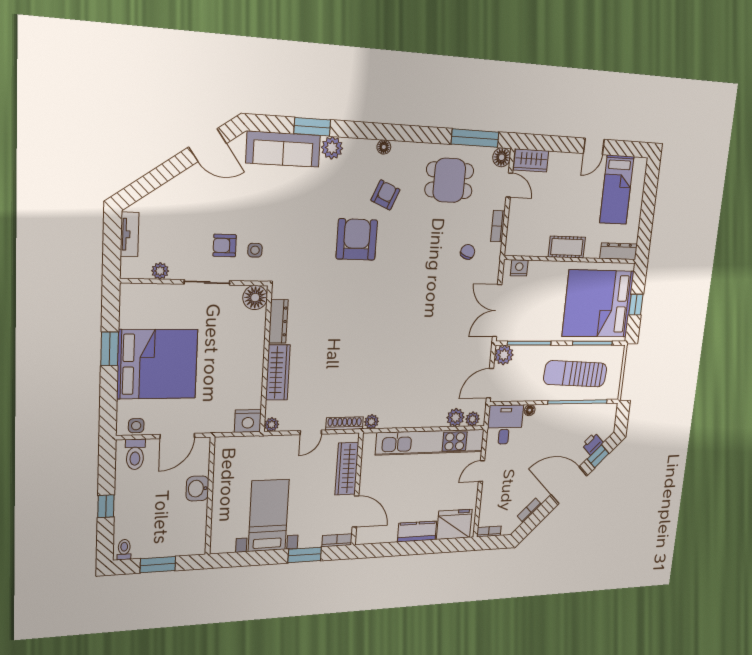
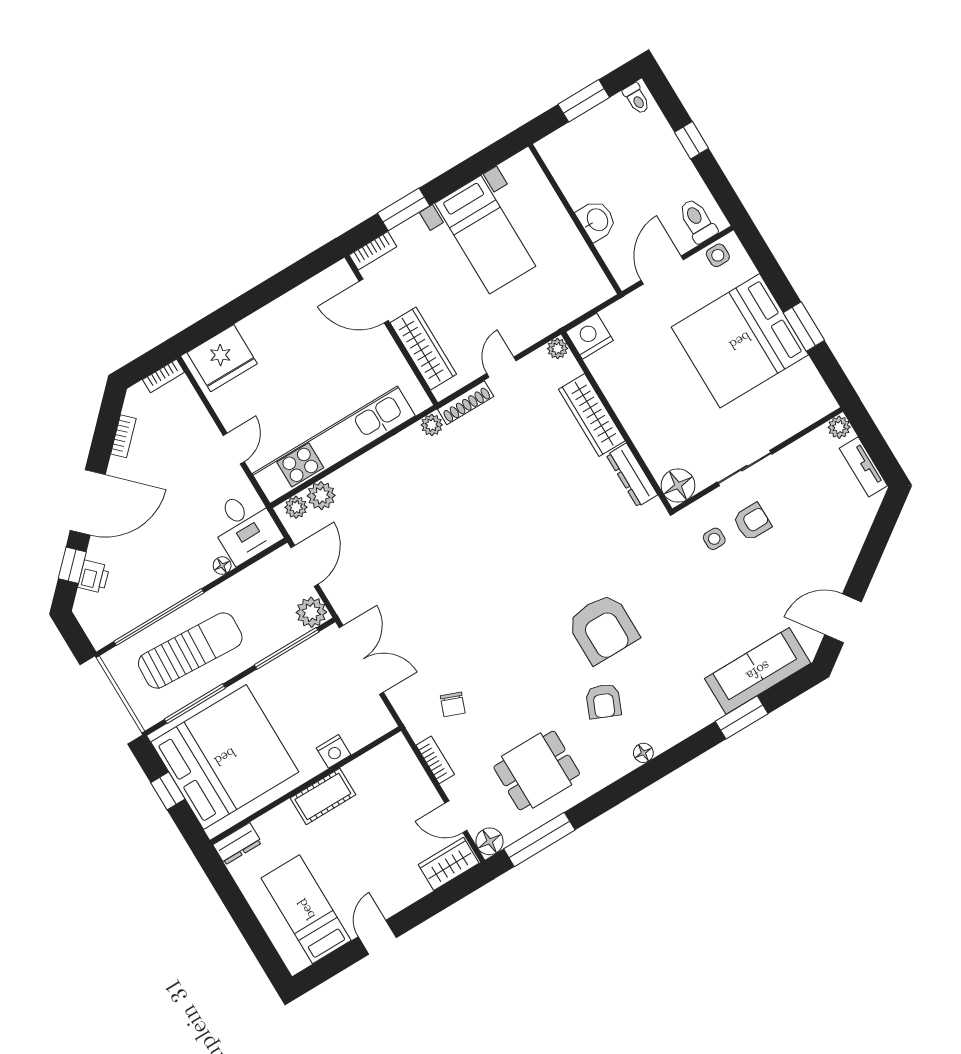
plant: (332, 148) -> (703, 710), removed
dresser: (619, 251) -> (237, 844), width x0.70
nightstand: (519, 268) -> (334, 751), moved
plant: (160, 271) -> (839, 427), moved
kitchen counter: (417, 531) -> (269, 321), removed

